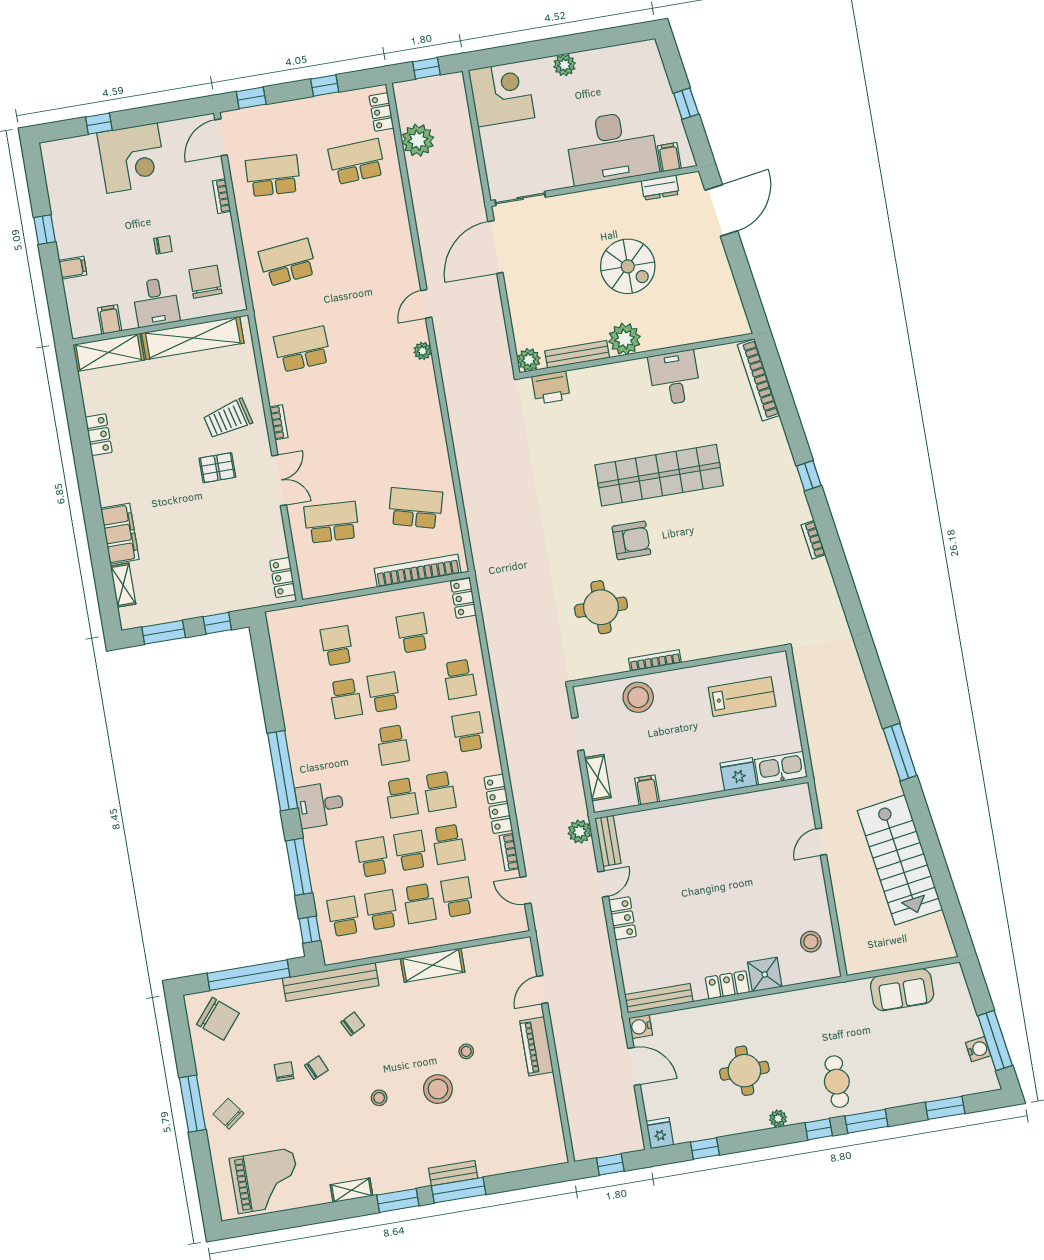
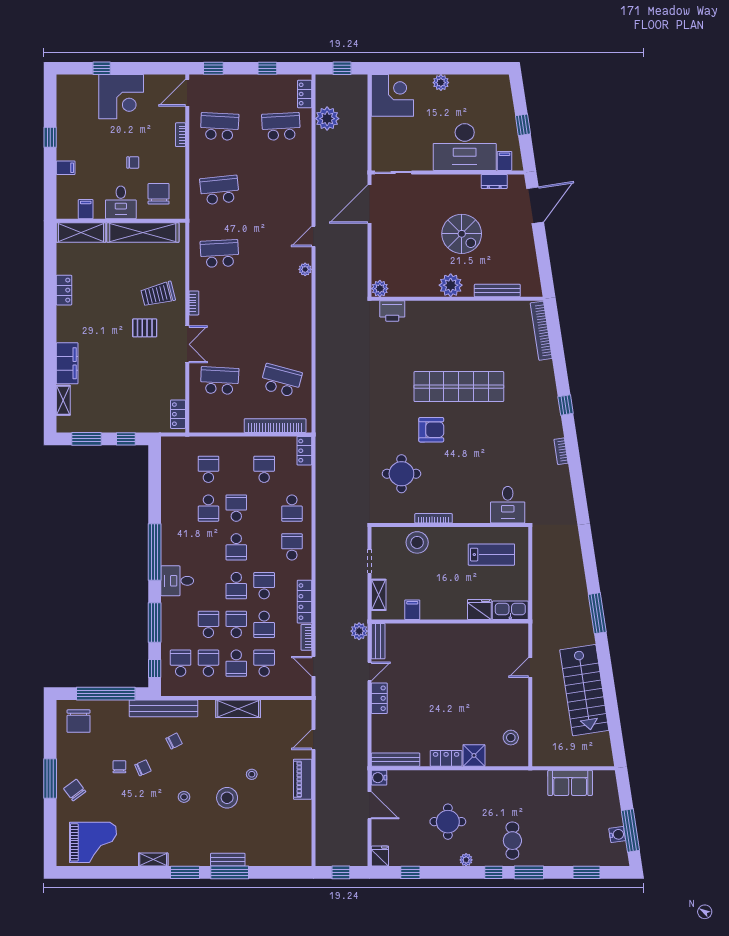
bench: (577, 354) -> (497, 291), moved
desk: (675, 378) -> (508, 505), moved, turned 180
school desk: (440, 791) -> (264, 586), turned 180
chair: (218, 1019) -> (79, 721), turned 50

